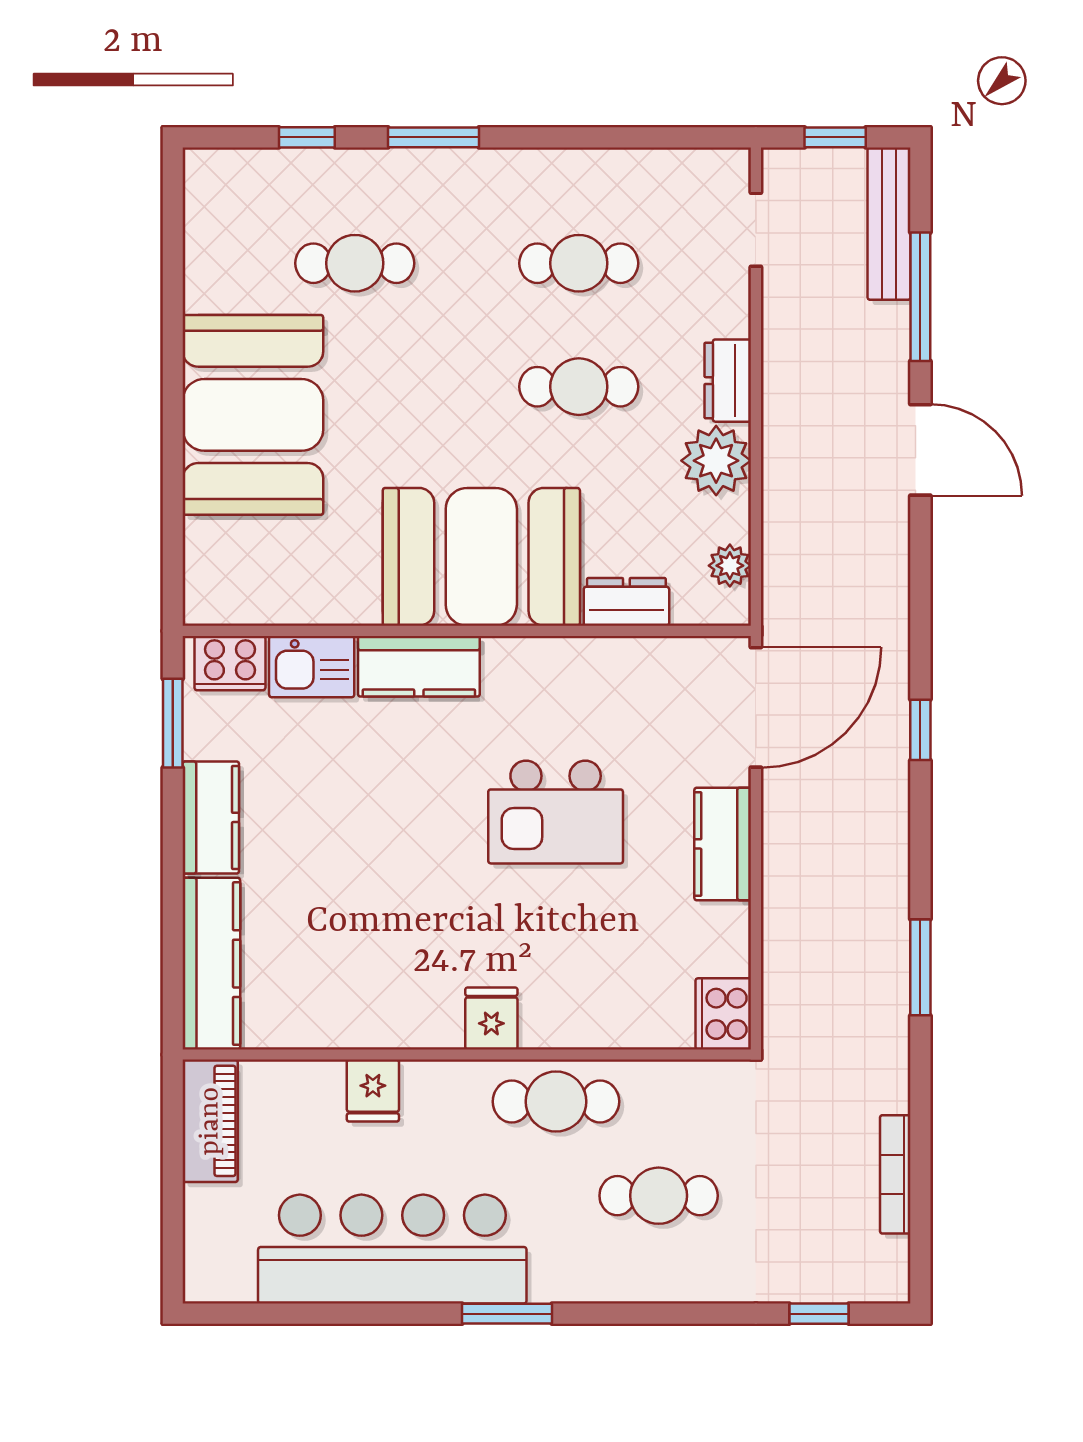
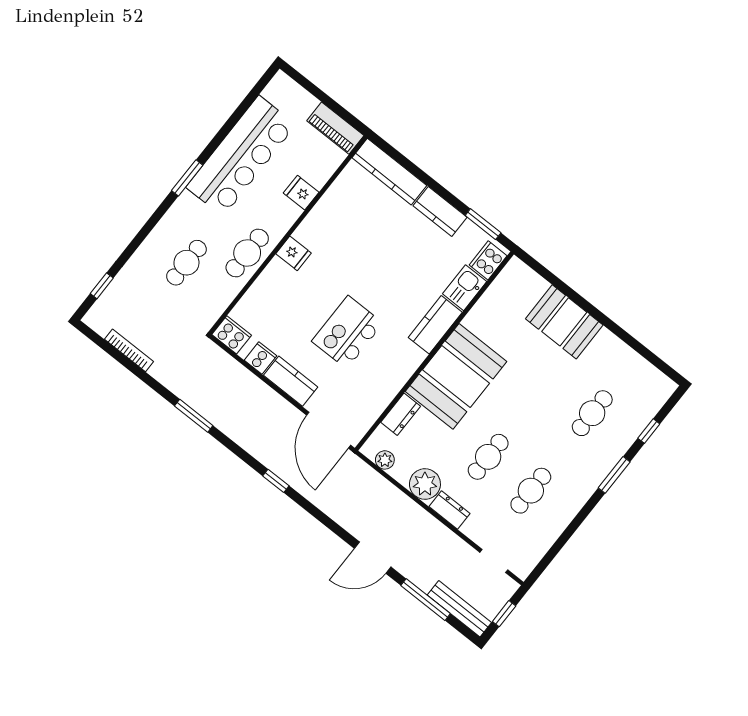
booth: (253, 415) -> (564, 322), width x0.73, depth x0.70
cooker: (724, 930) -> (260, 358), added

